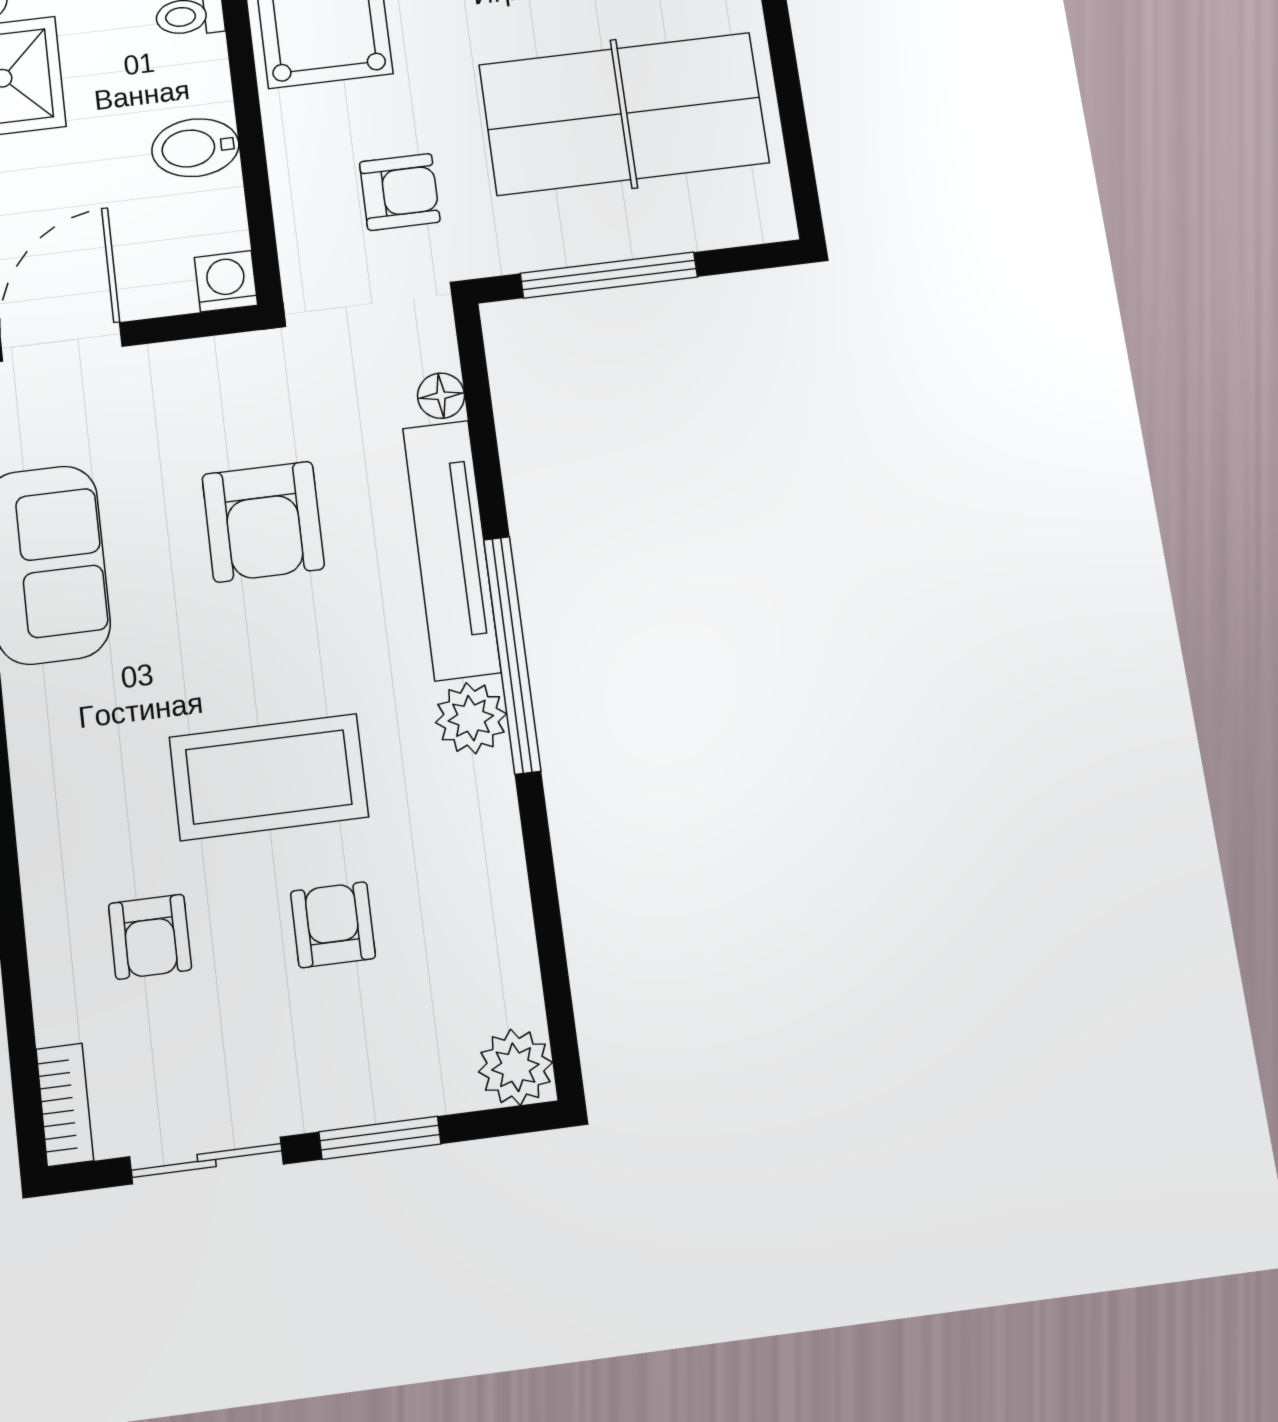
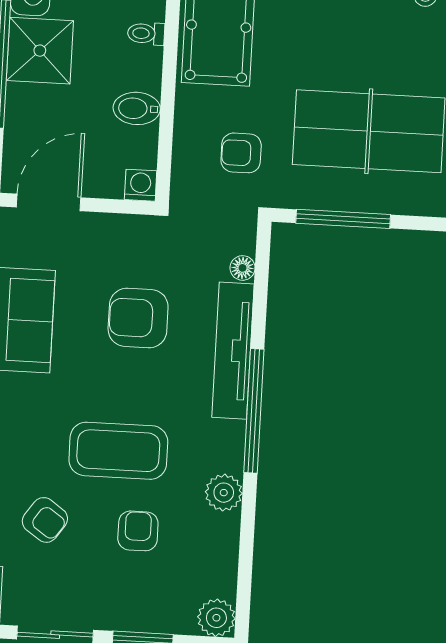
armchair: (400, 192) -> (241, 153), turned 180
armchair: (263, 522) -> (138, 318), turned 90
plant: (471, 718) -> (224, 493), moved
armchair: (150, 937) -> (45, 520), turned -55

